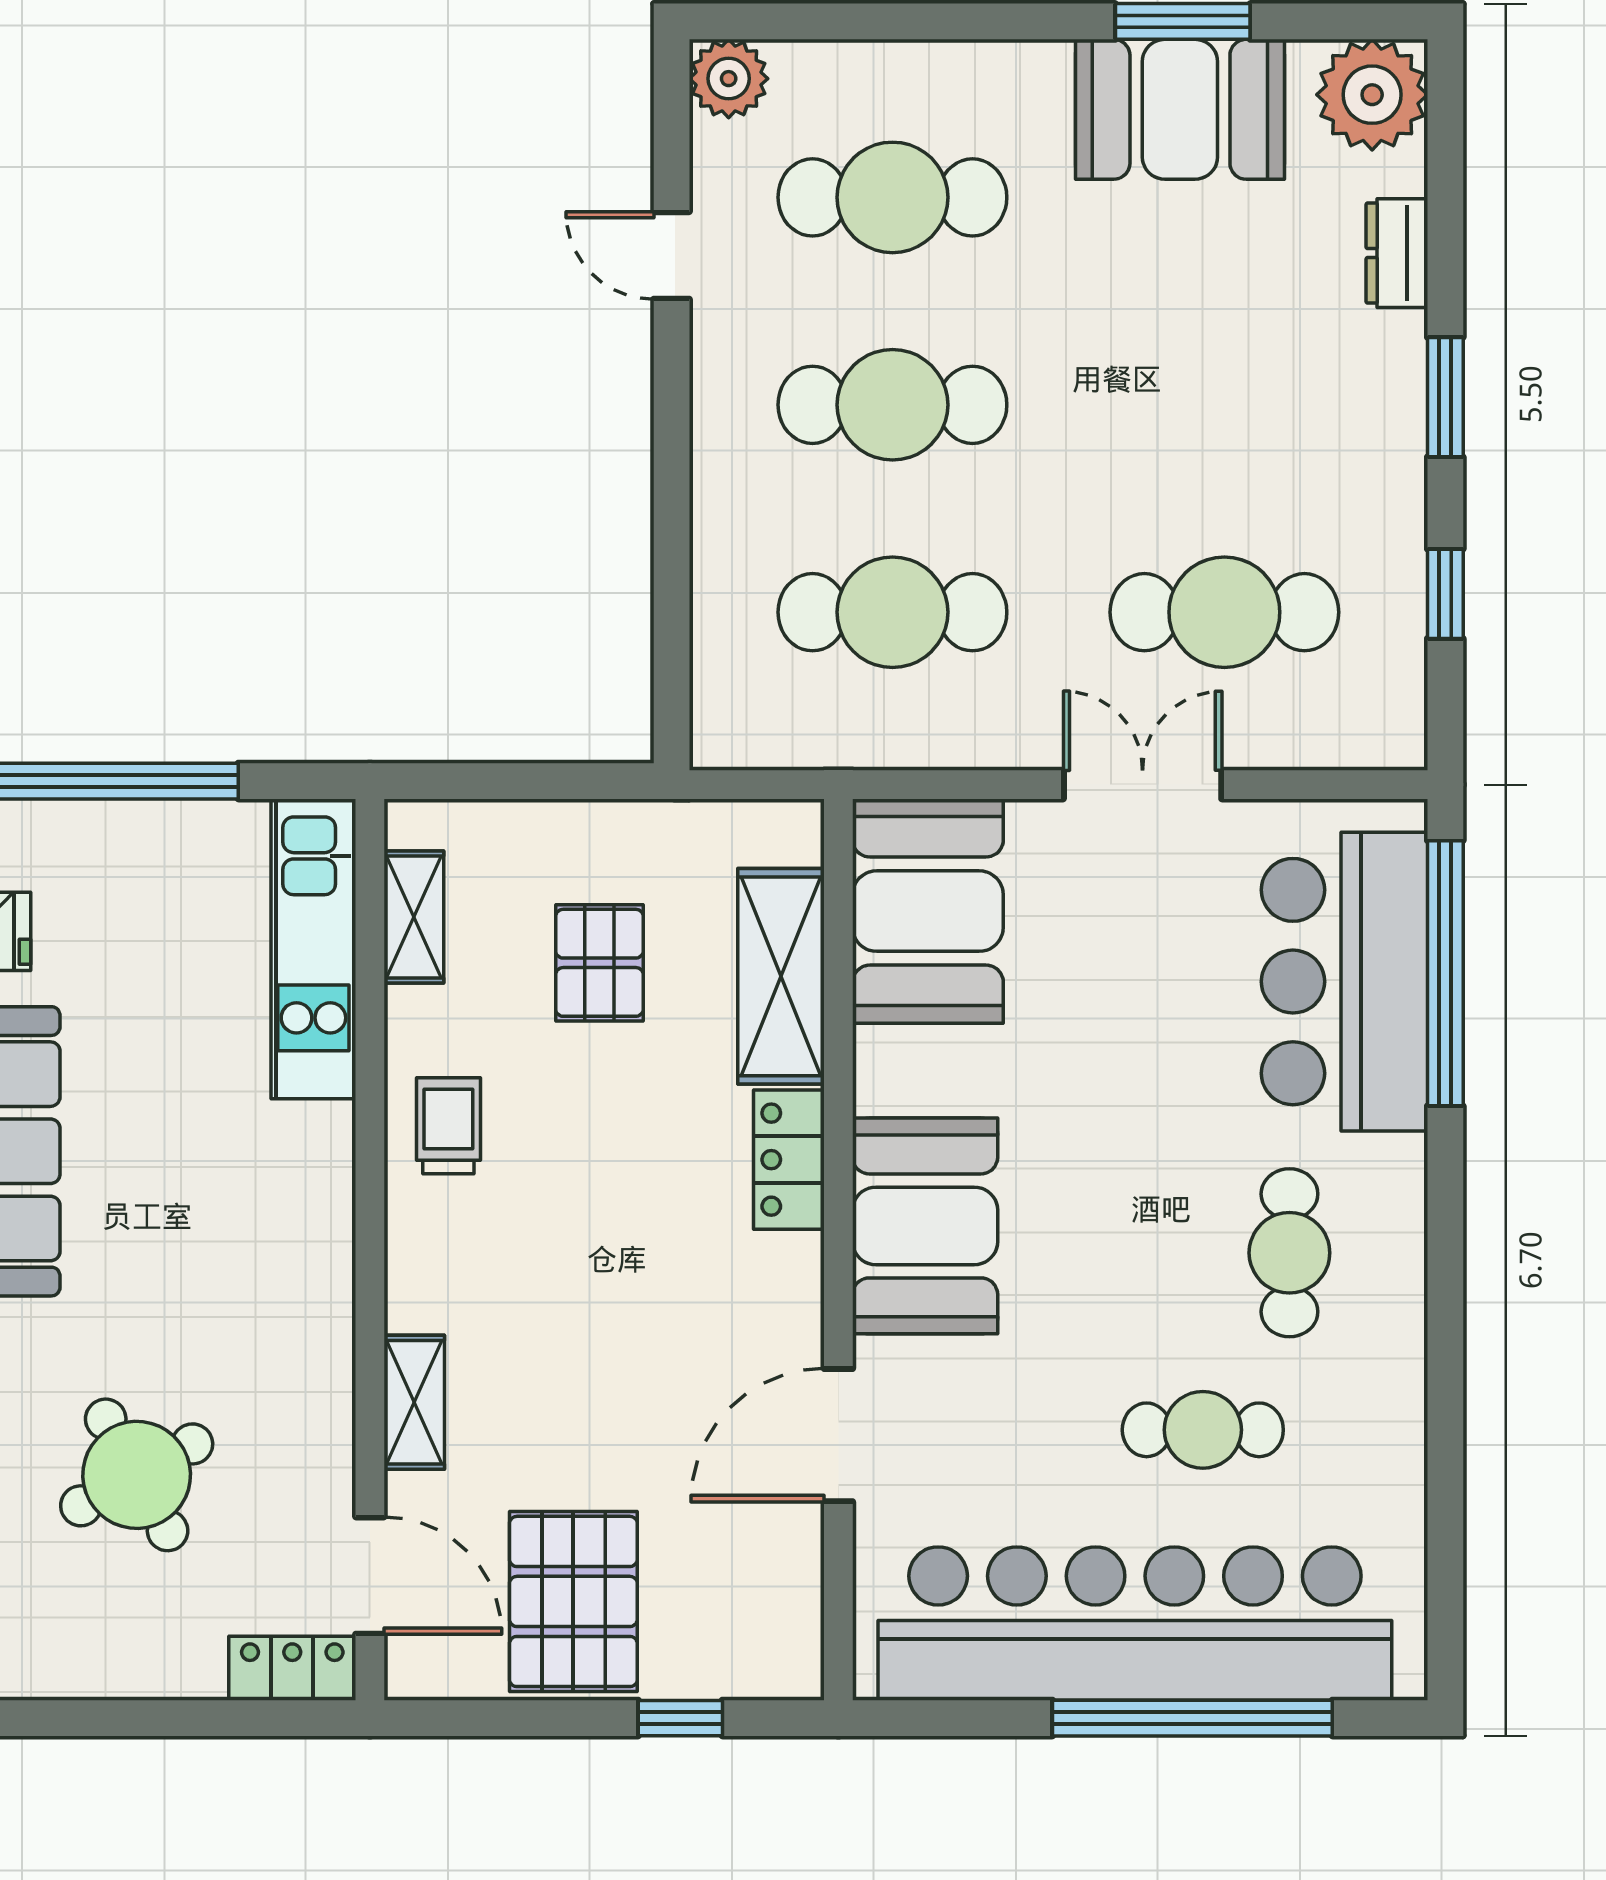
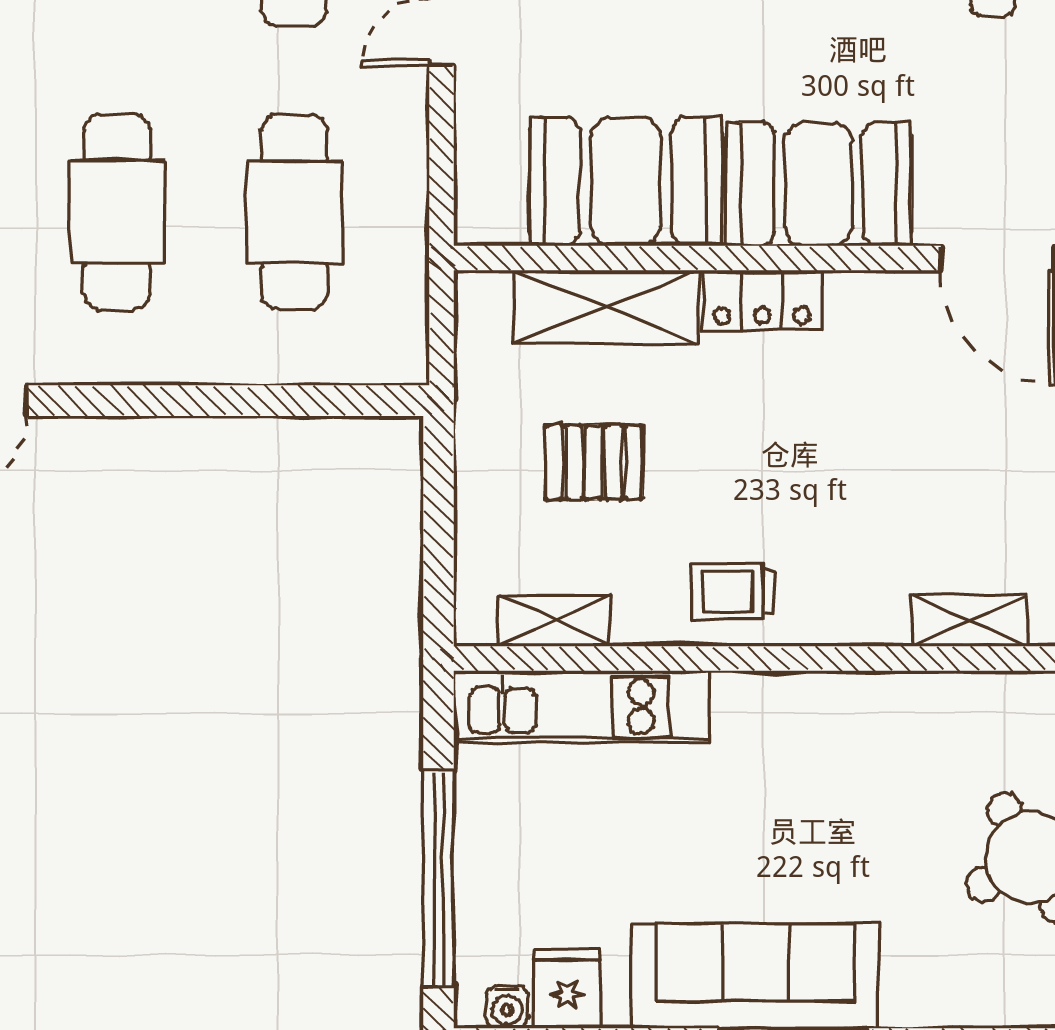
booth: (928, 911) -> (626, 182), moved

